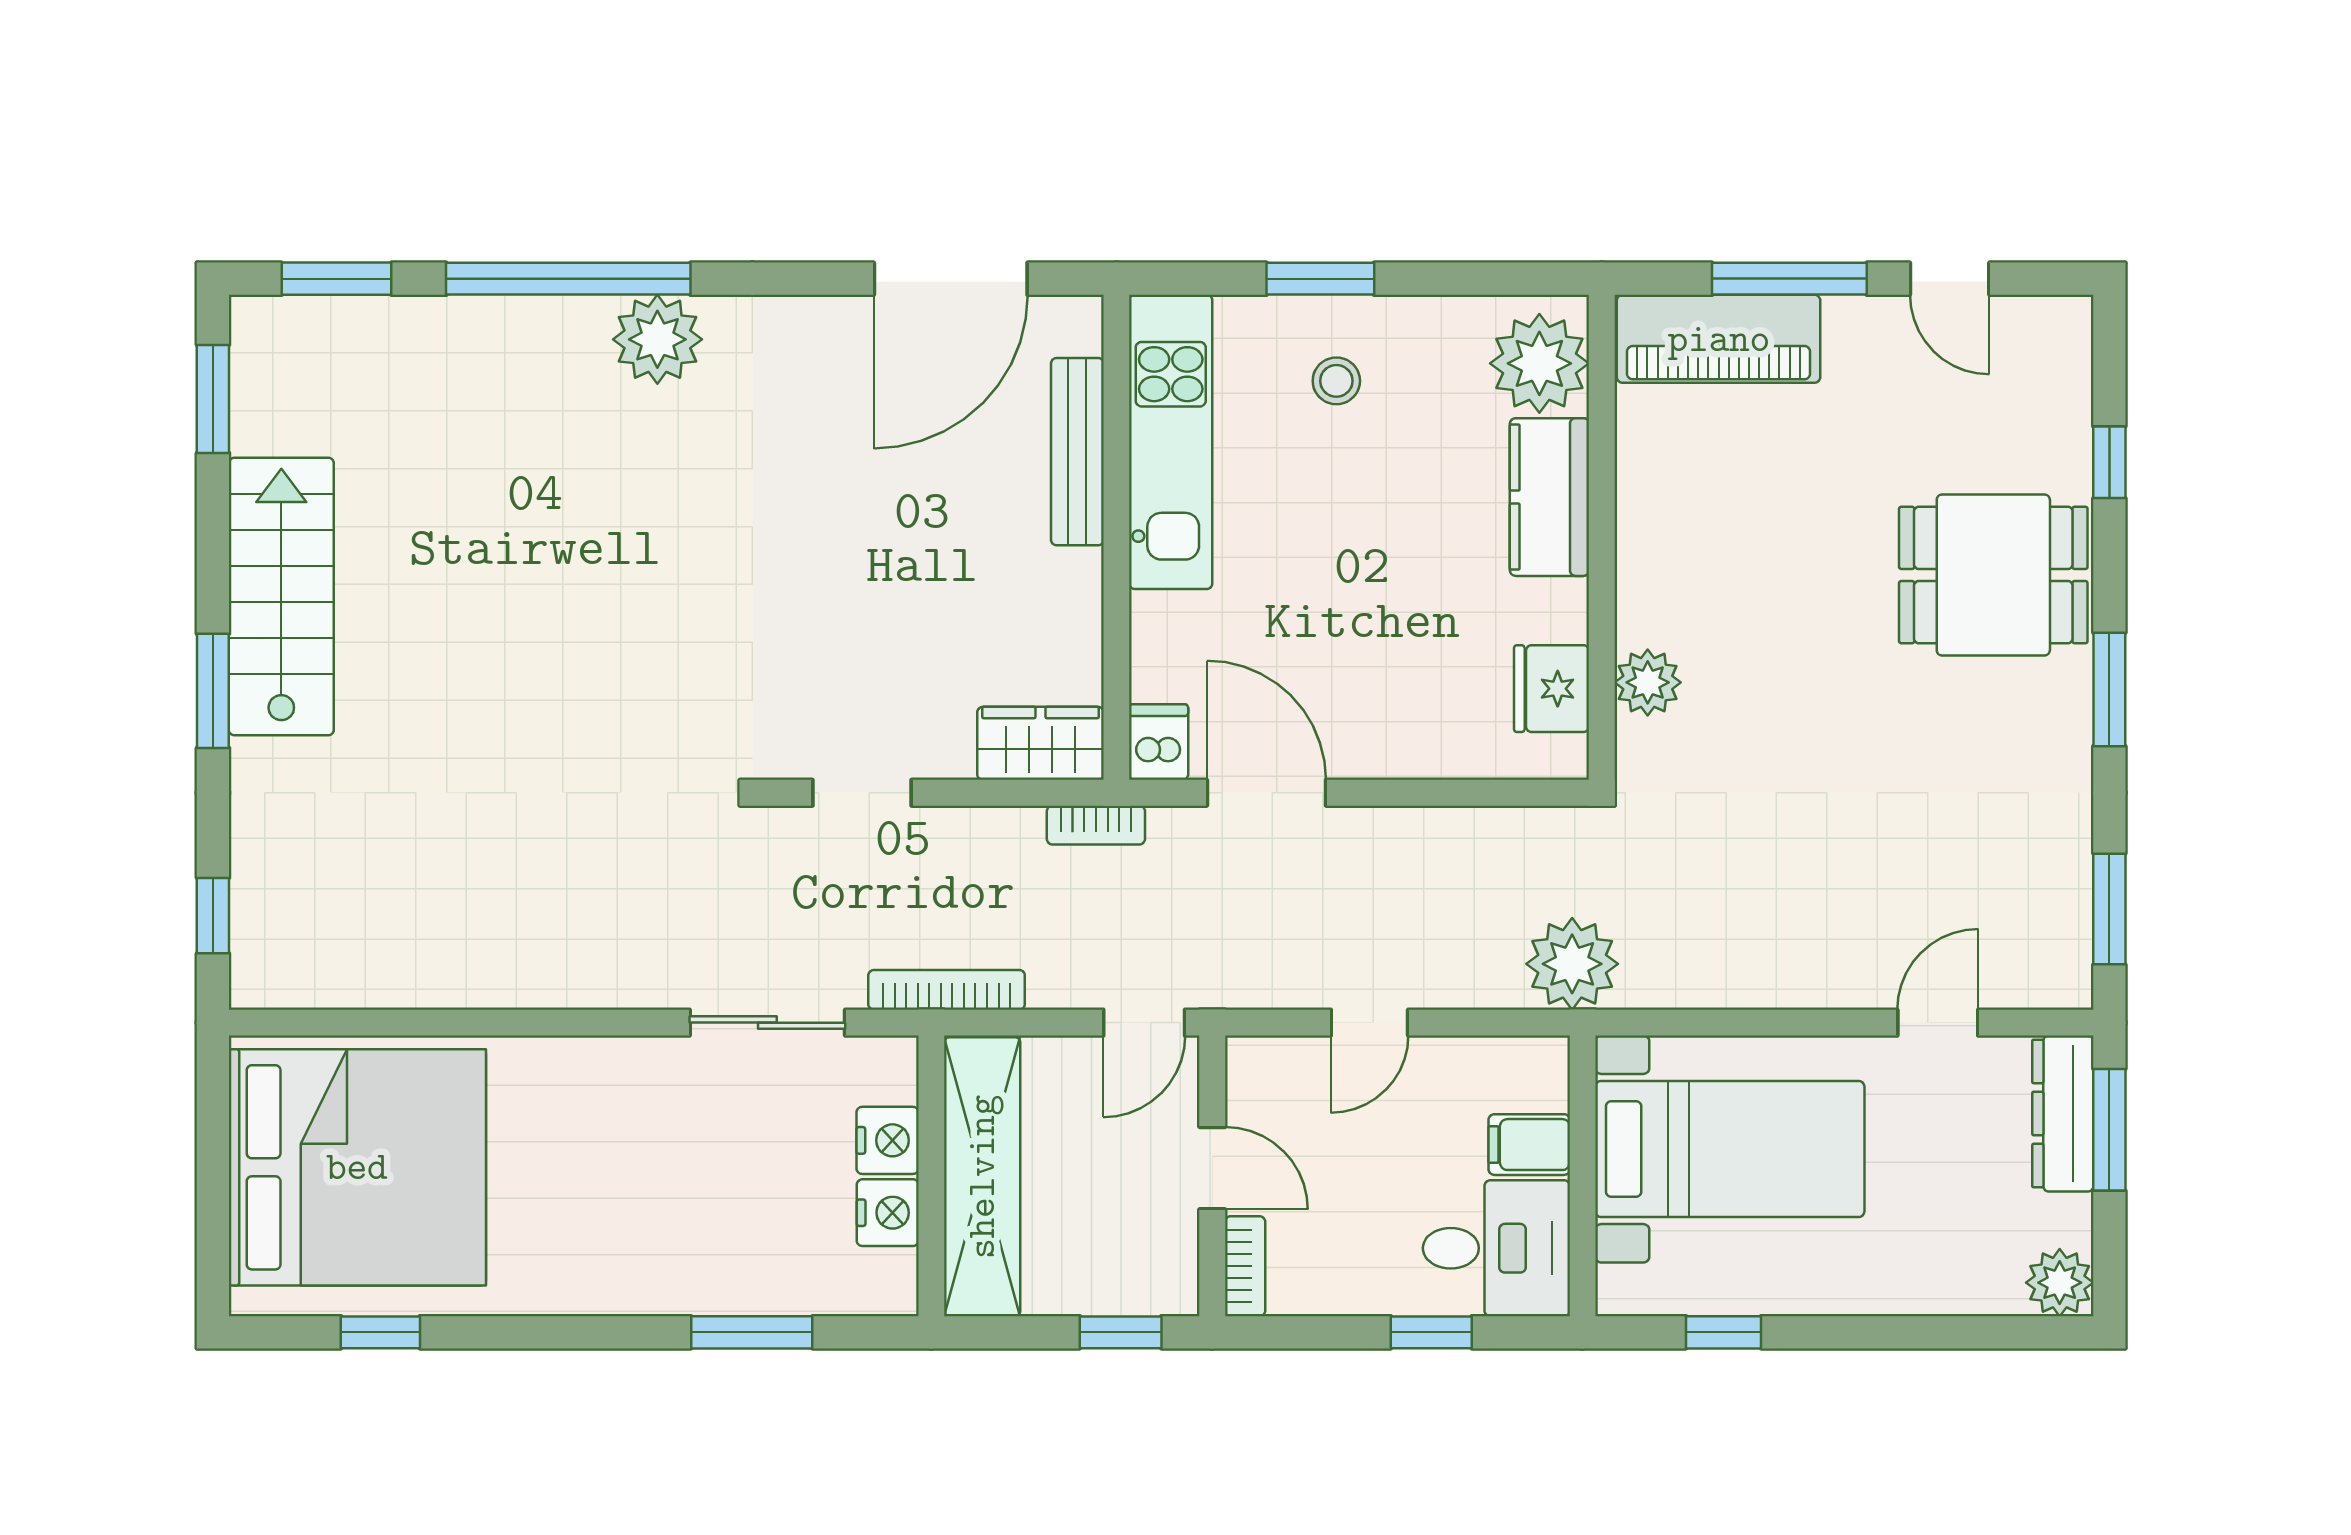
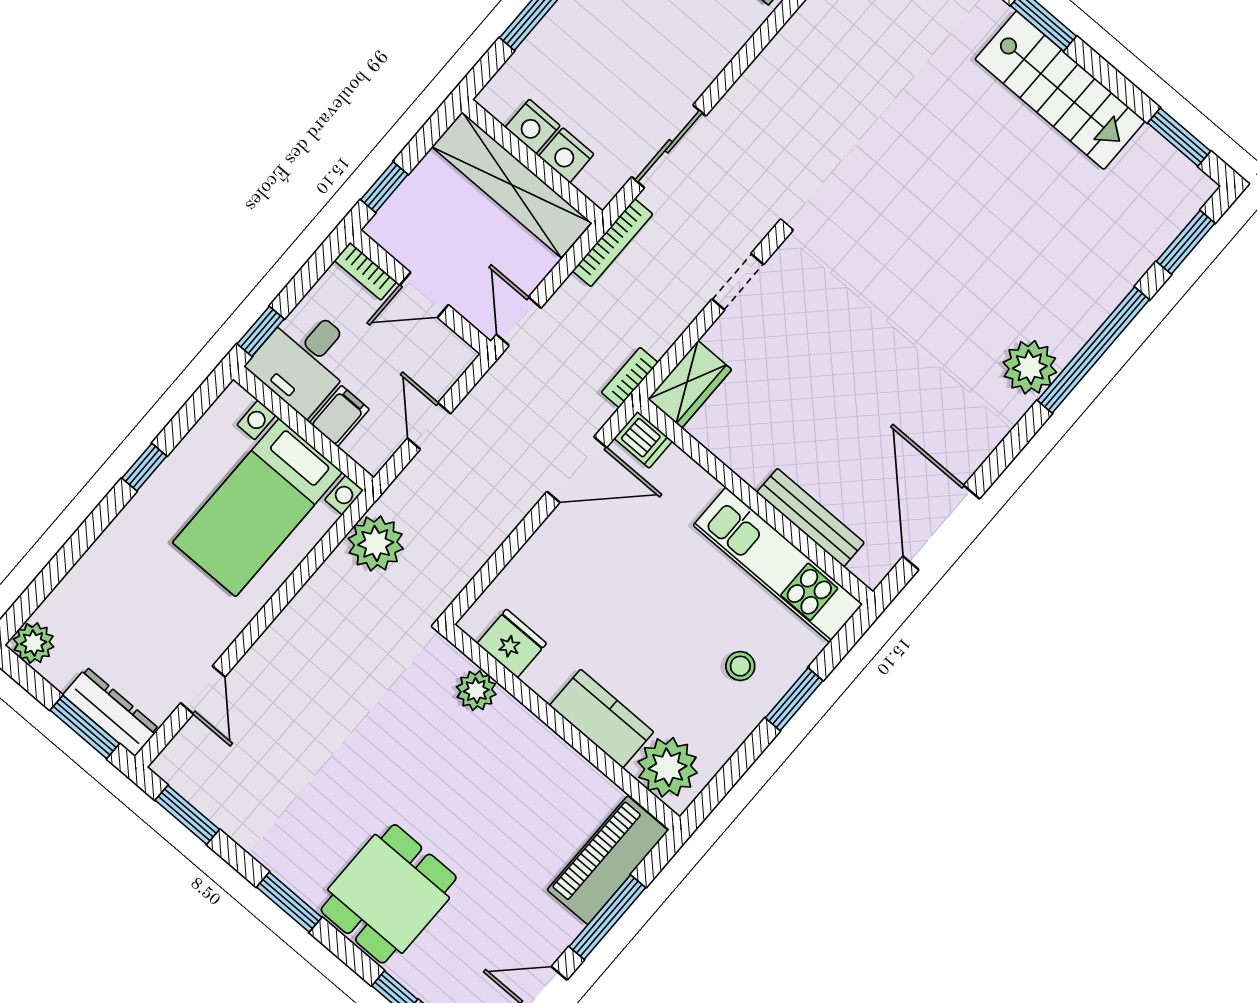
filing cabinet: (1529, 1145) -> (339, 416), moved
bed with nightstands: (1730, 1149) -> (257, 507), moved
wall: (1583, 1176) -> (304, 428), moved
desk: (1496, 1248) -> (304, 359), moved

